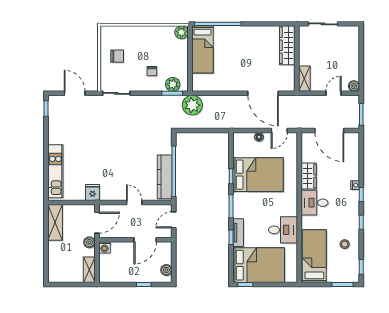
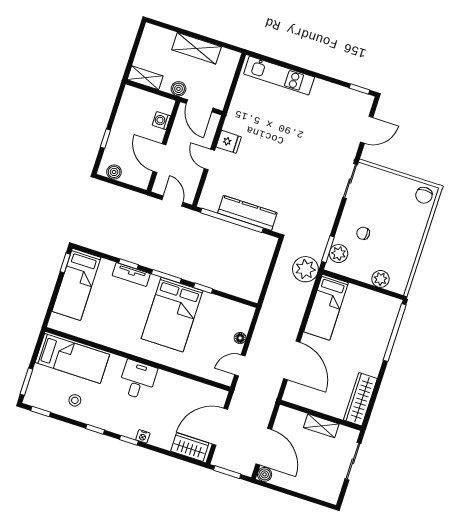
plant: (181, 32) -> (380, 279), moved
wardrobe: (287, 45) -> (360, 399), moved, turned -90
bed: (202, 49) -> (326, 307), moved, turned -90
chair: (117, 56) -> (424, 195), moved
shelving: (304, 79) -> (321, 426), moved
door: (263, 93) -> (292, 360), swing flipped
door: (334, 93) -> (264, 447), width x1.87
door: (279, 131) -> (240, 365), hinge flipped
bed: (258, 175) -> (172, 315), moved
wardrobe: (309, 176) -> (190, 447), moved, turned 180
kitchen counter: (165, 177) -> (247, 213), moved
fridge: (92, 192) -> (229, 142), moved
door: (134, 203) -> (209, 159), swing flipped
shelving: (55, 222) -> (196, 48), moved
desk: (283, 230) -> (117, 330), removed
washing machine: (104, 247) -> (161, 121), moved
bed: (259, 265) -> (76, 284), width x0.67

